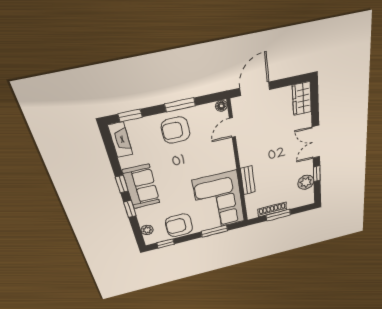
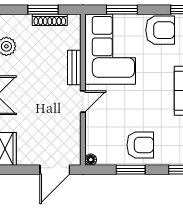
door: (232, 128) -> (83, 101), moved

